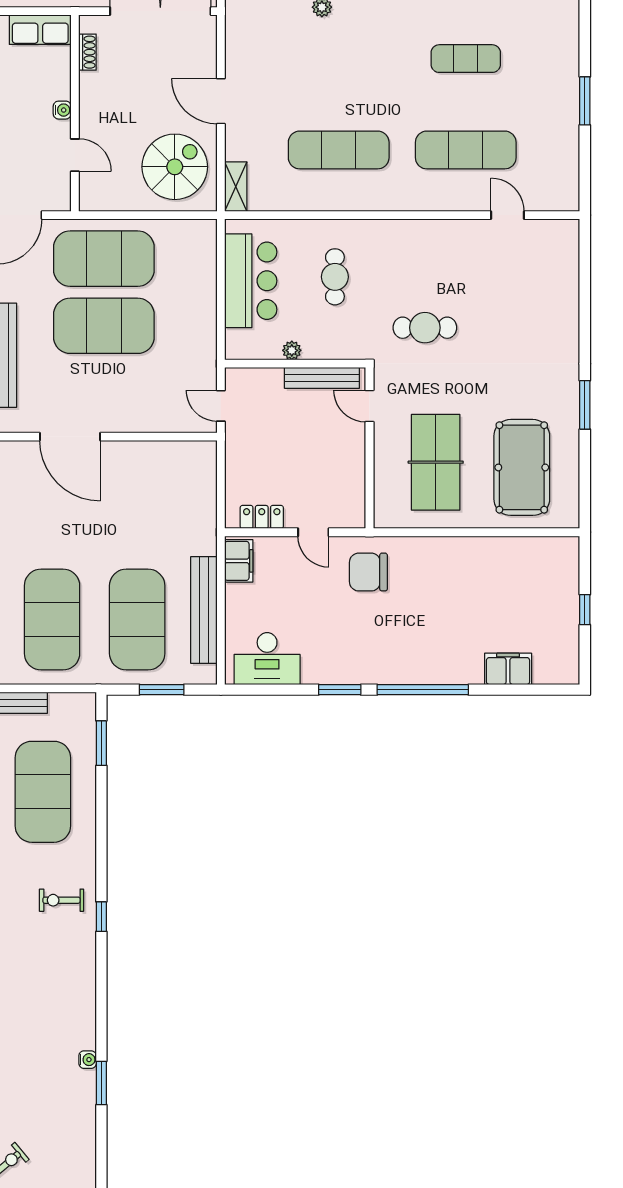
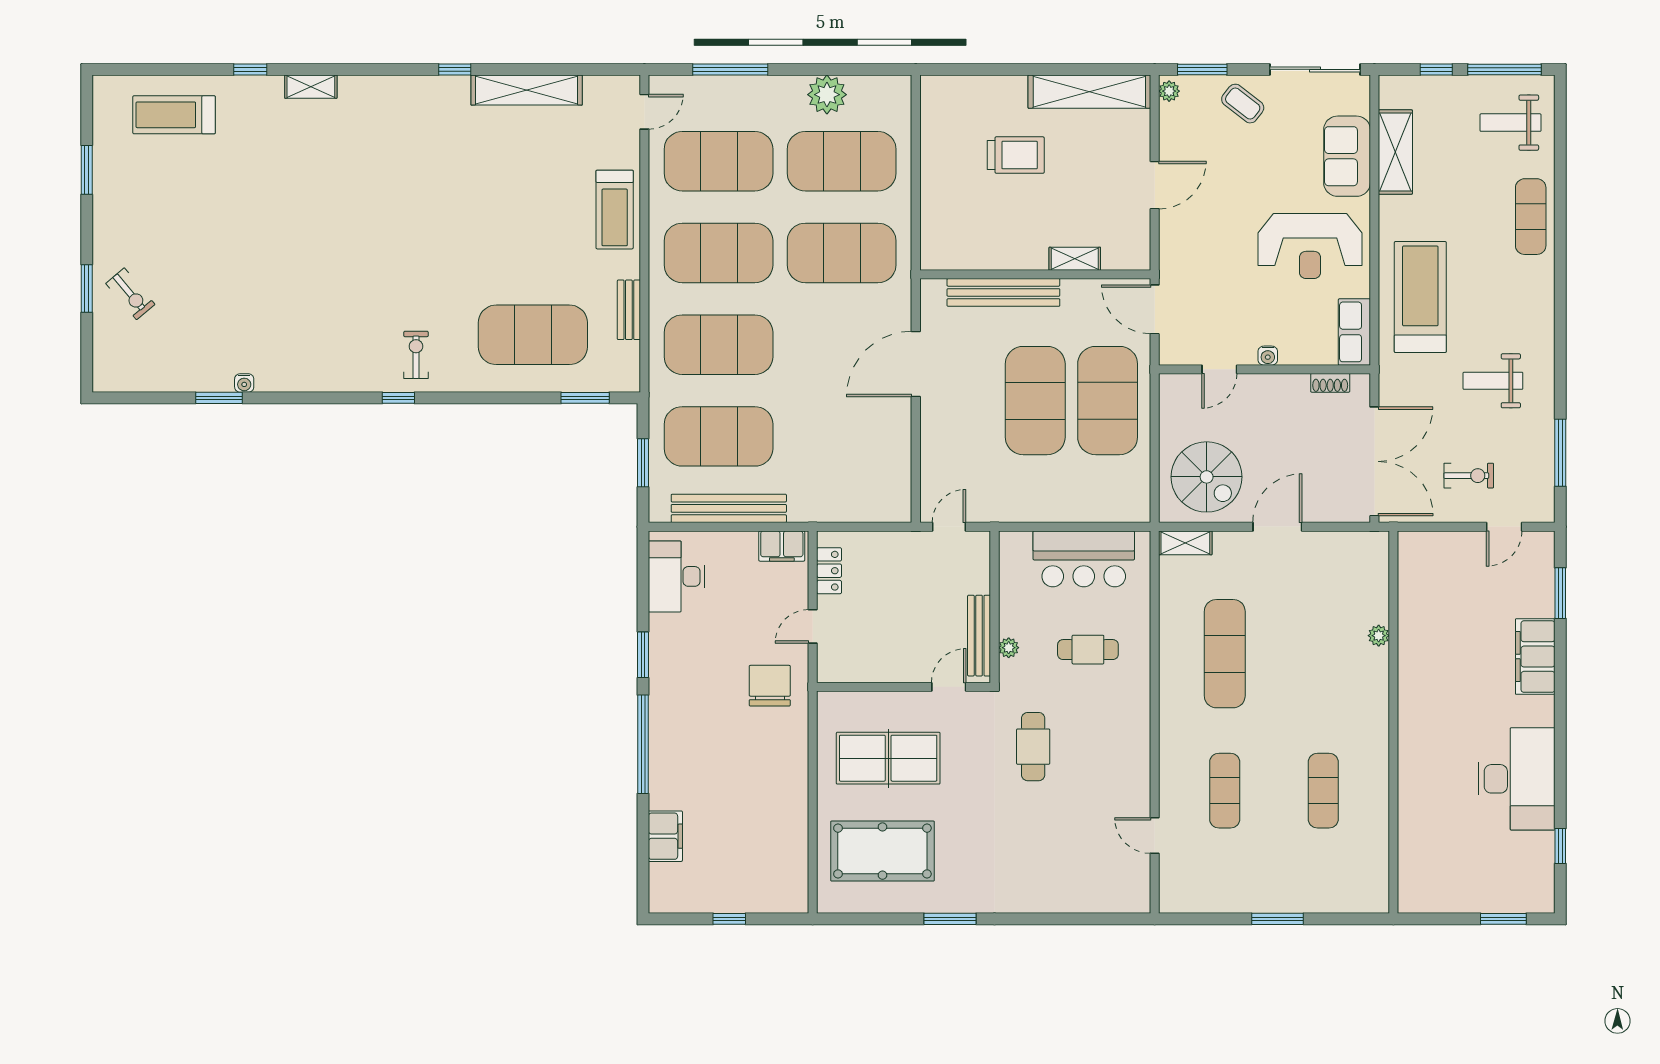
exercise mat: (466, 150) -> (1225, 791), width x0.73, depth x0.69
door: (507, 215) -> (1155, 836), swing flipped
plant: (292, 350) -> (1009, 648), moved

